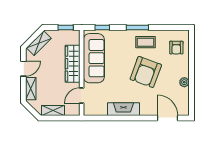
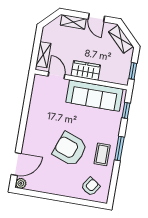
armchair: (176, 48) -> (91, 187), turned 124
wardrobe: (73, 64) -> (86, 70), width x0.67
plant: (184, 82) -> (21, 183), moved
fireplace: (123, 109) -> (34, 118), removed
shelving: (53, 111) -> (43, 55), moved

